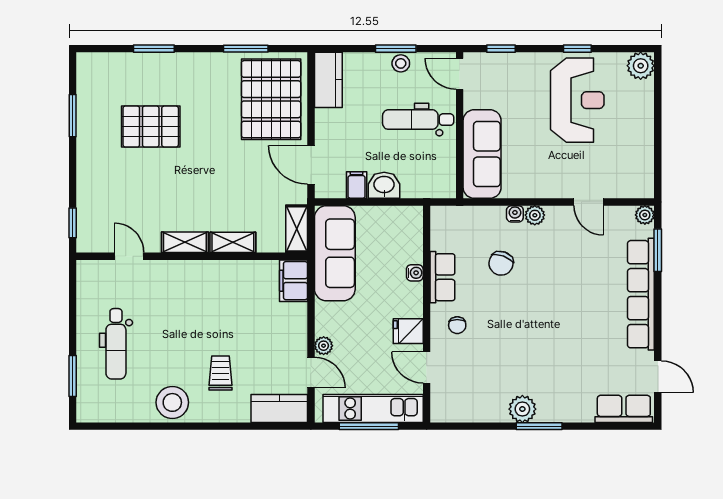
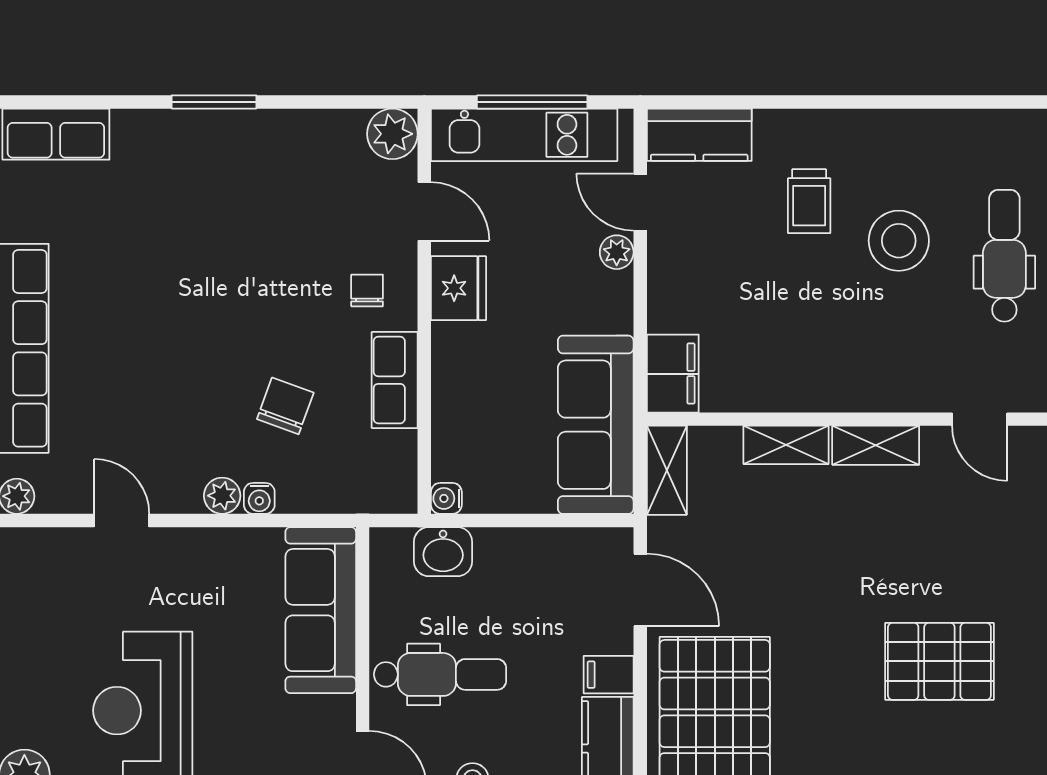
filing cabinet: (357, 185) -> (609, 675), moved, turned 90
washbasin: (384, 185) -> (443, 552), moved
water cooler: (415, 273) -> (446, 498), moved
fridge: (408, 331) -> (459, 288), width x1.38
stool: (172, 402) -> (899, 241), moved
plant: (522, 409) -> (392, 134), moved

